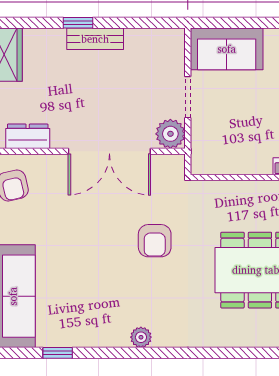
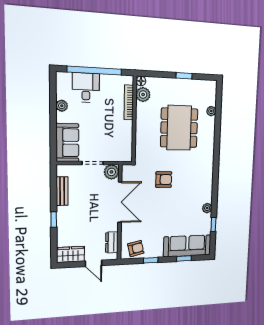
bench: (95, 39) -> (62, 191), moved
plant: (141, 337) -> (207, 208), moved

